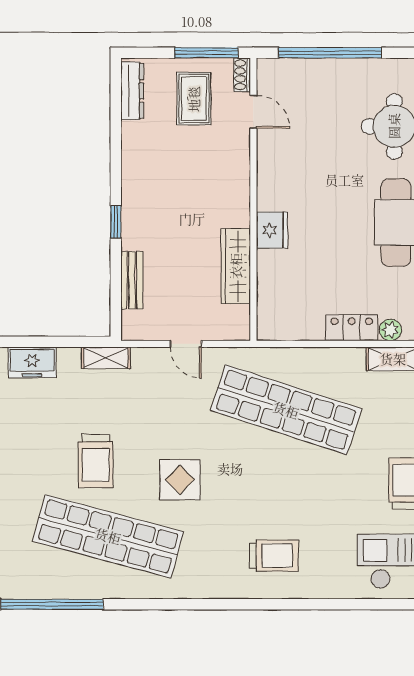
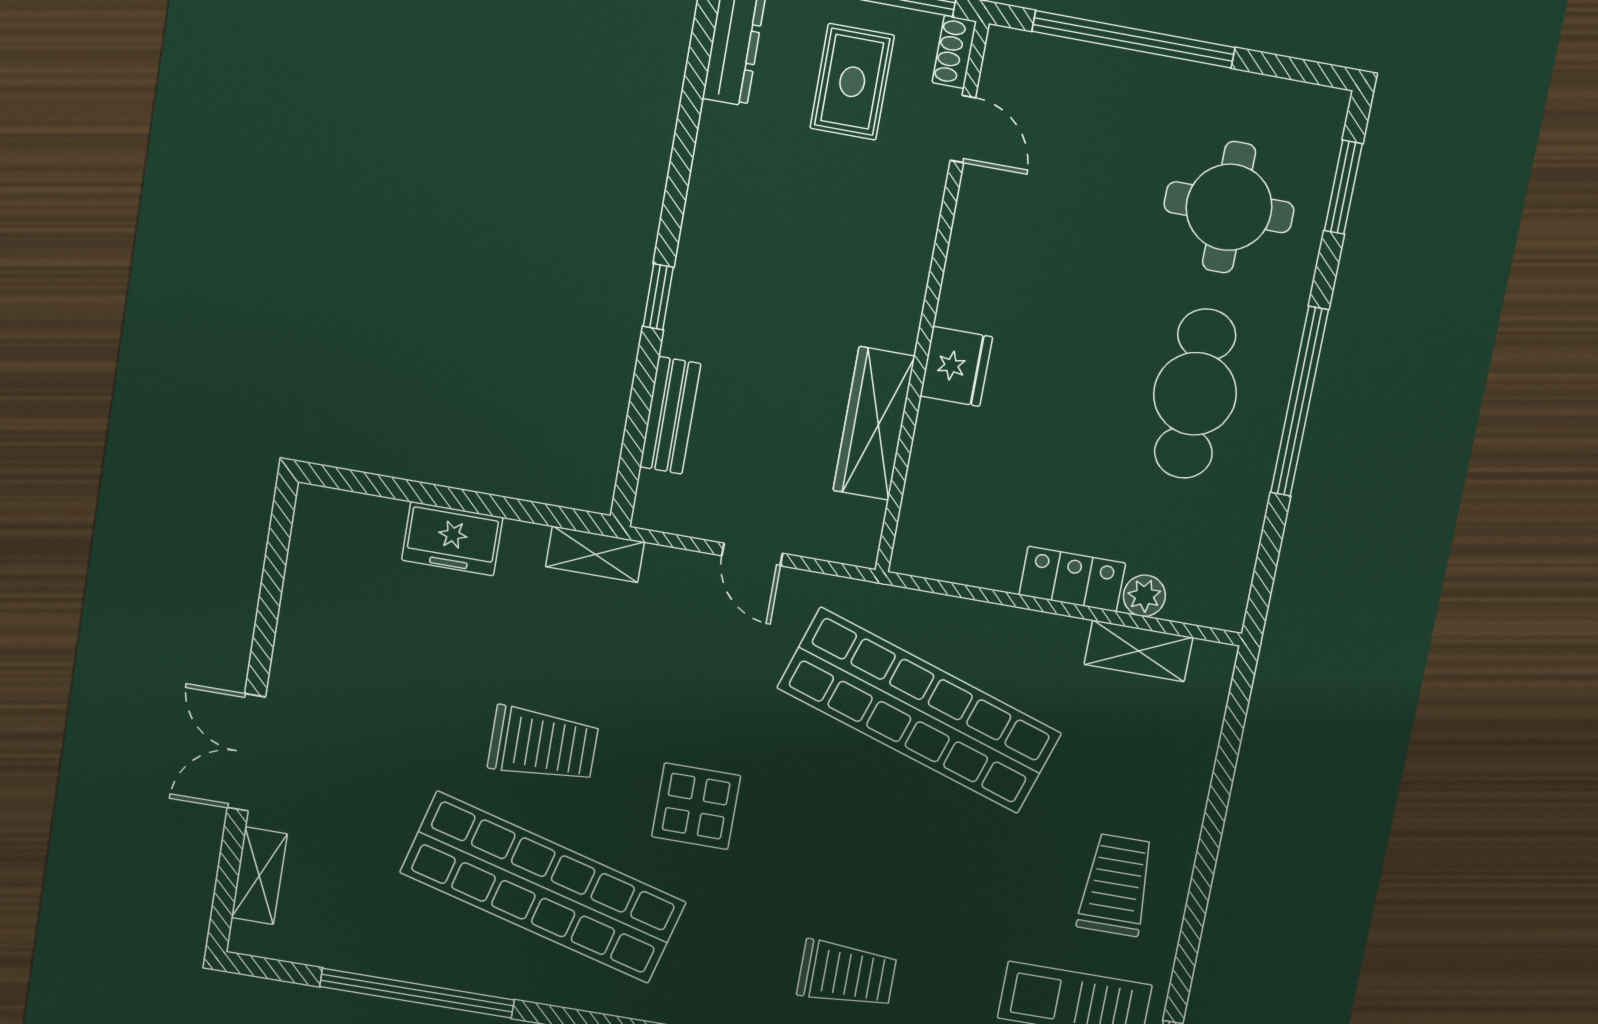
trolley: (96, 461) -> (543, 744), turned -90

